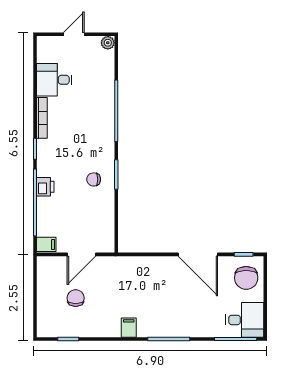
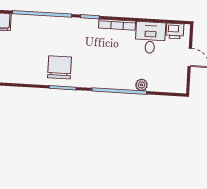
plant: (108, 43) -> (141, 85), moved
chair: (94, 179) -> (59, 67), width x1.87, depth x1.87
printer: (45, 187) -> (175, 31), moved

